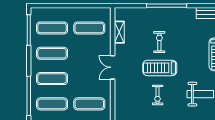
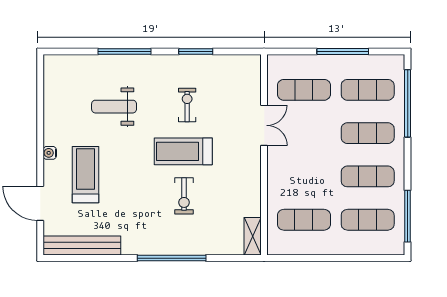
shelving: (119, 32) -> (253, 236), moved
double door: (113, 67) -> (264, 125), moved
treadmill: (160, 68) -> (183, 151), turned 180

